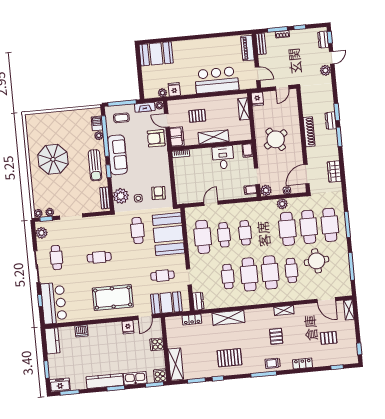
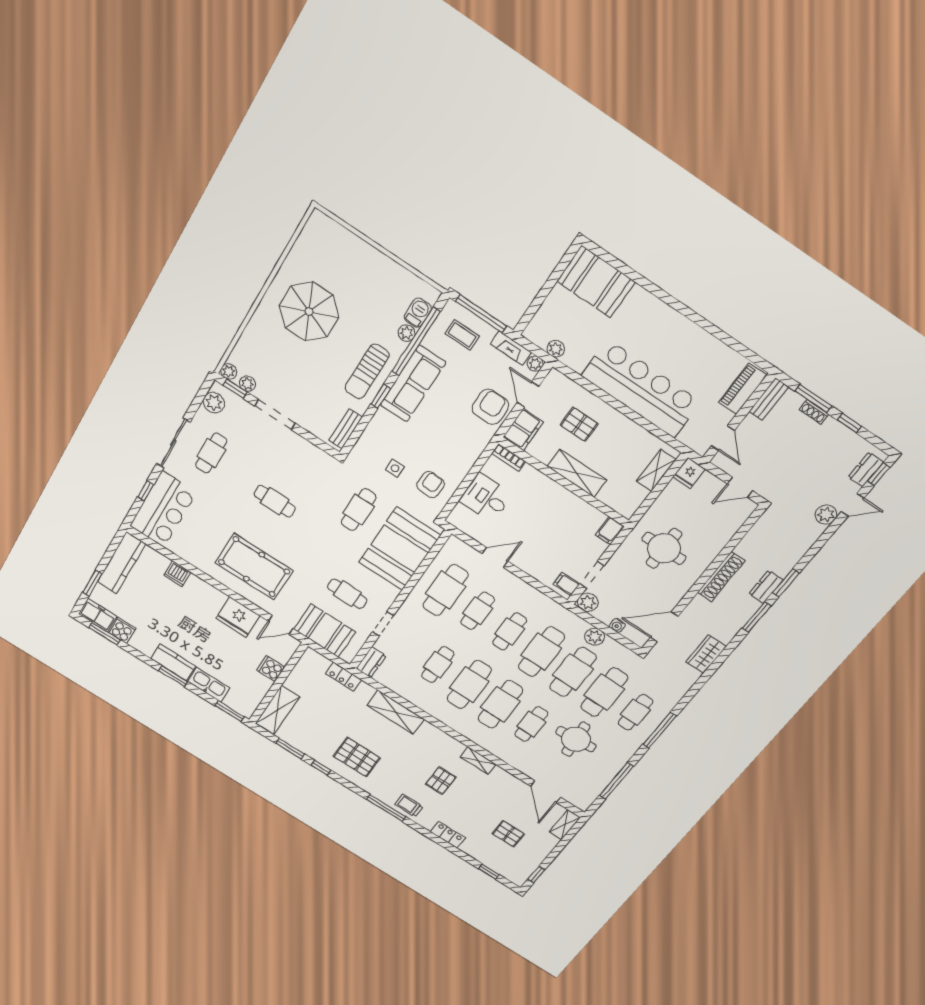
bar counter: (217, 80) -> (641, 389), width x1.36
fridge: (174, 89) -> (578, 358), removed
armchair: (156, 138) -> (490, 407), turned 90
round table: (276, 139) -> (664, 548), turned 33
desk: (223, 157) -> (486, 498), moved, turned -90
plant: (121, 196) -> (372, 445), removed
cafe table: (330, 225) -> (635, 712), width x0.73, depth x0.74
cafe table: (266, 231) -> (541, 652), added
fridge: (128, 327) -> (238, 617), width x1.88, depth x1.34
kitchen counter: (52, 341) -> (121, 563), width x1.50
cooker: (160, 376) -> (122, 631), moved
kitchen counter: (105, 381) -> (173, 662), width x0.67

